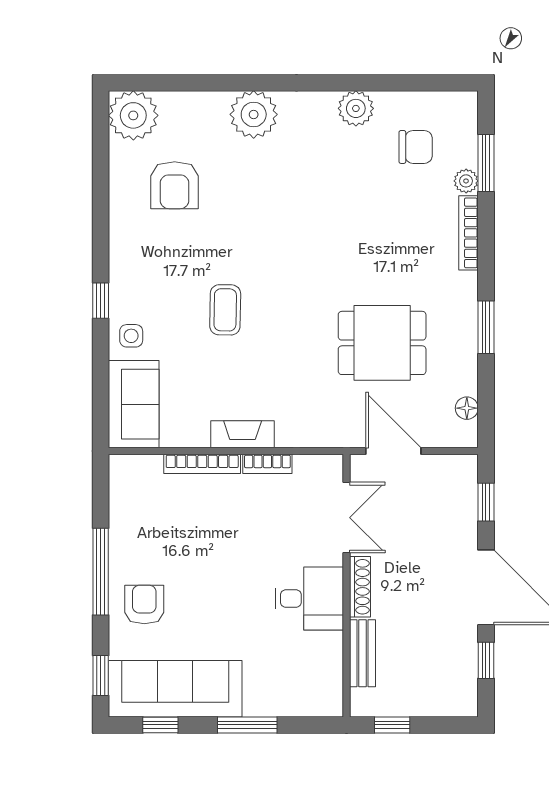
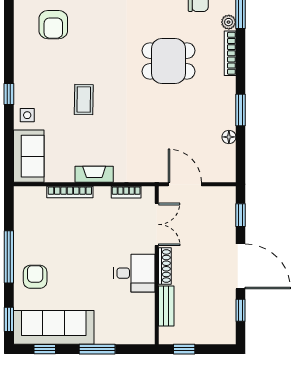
dining table: (382, 343) -> (168, 61), moved
floor lamp: (467, 408) -> (229, 137), moved
bookcase: (267, 464) -> (126, 192), moved

